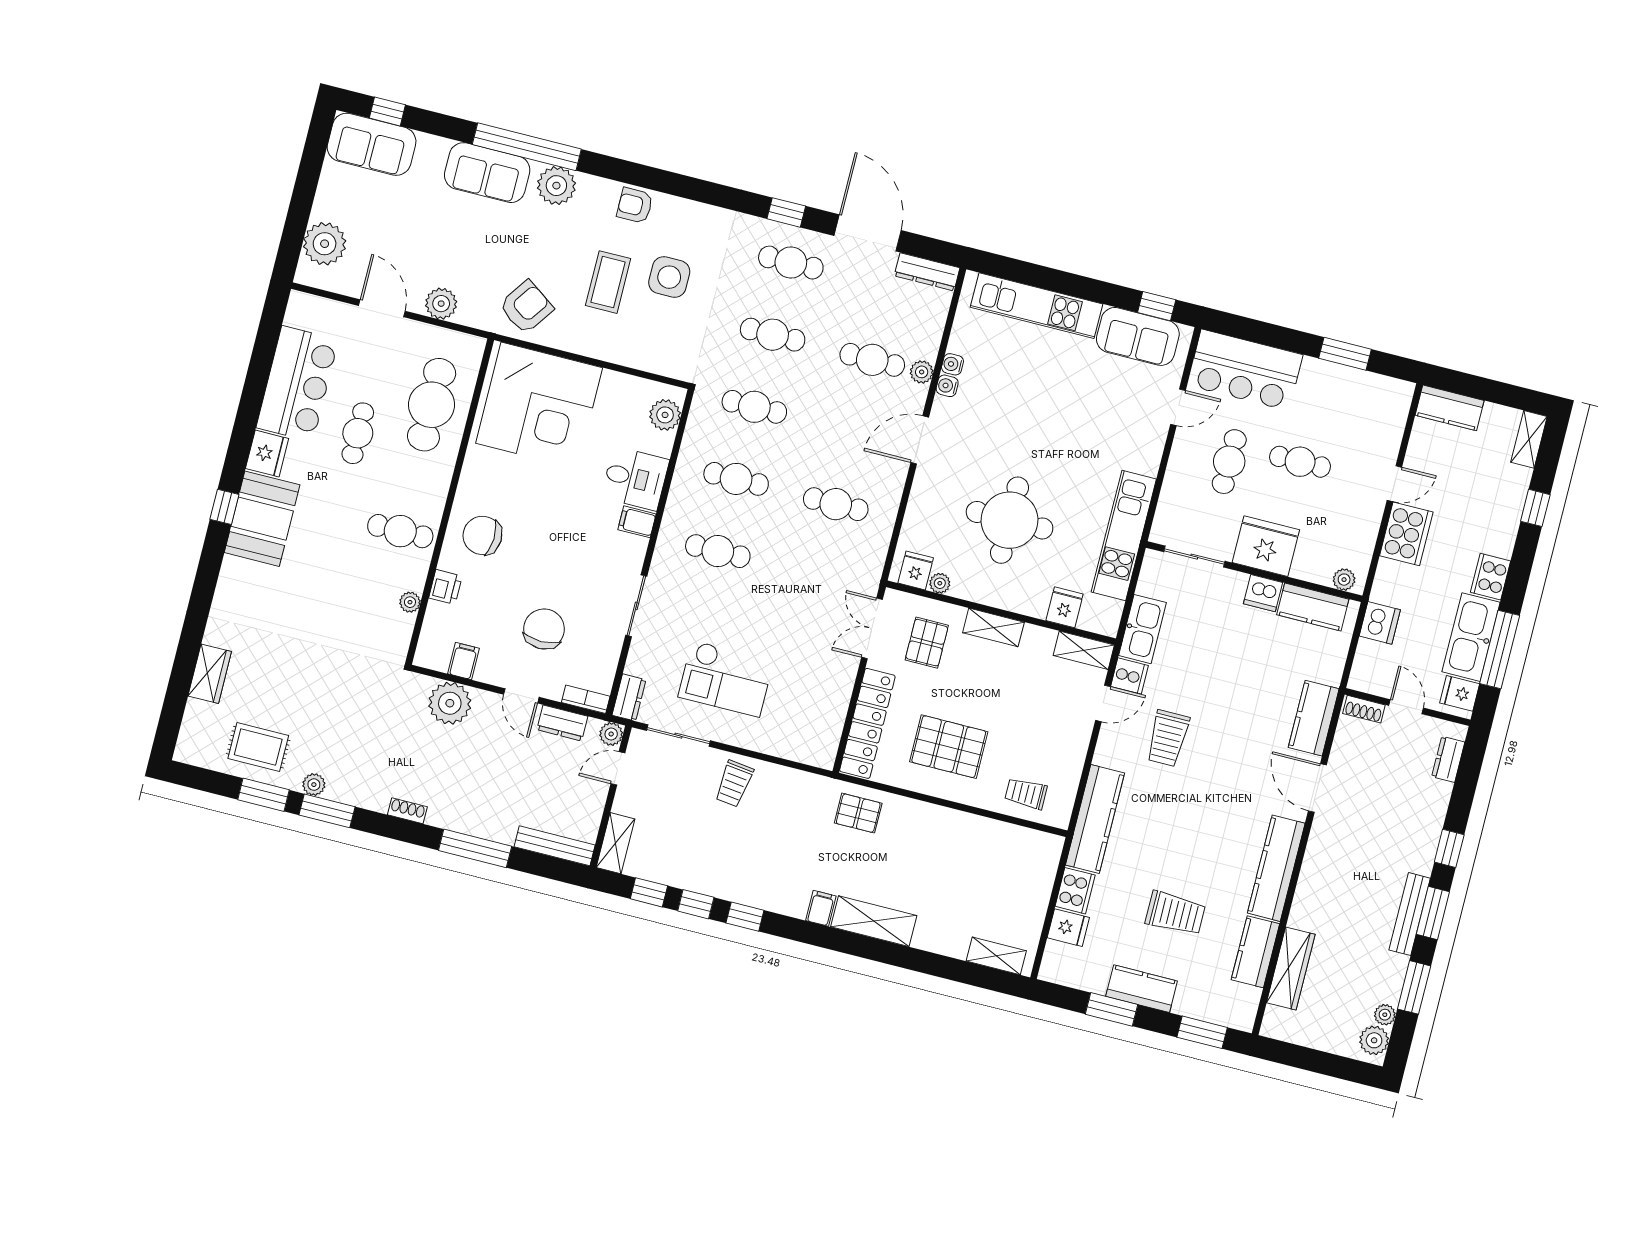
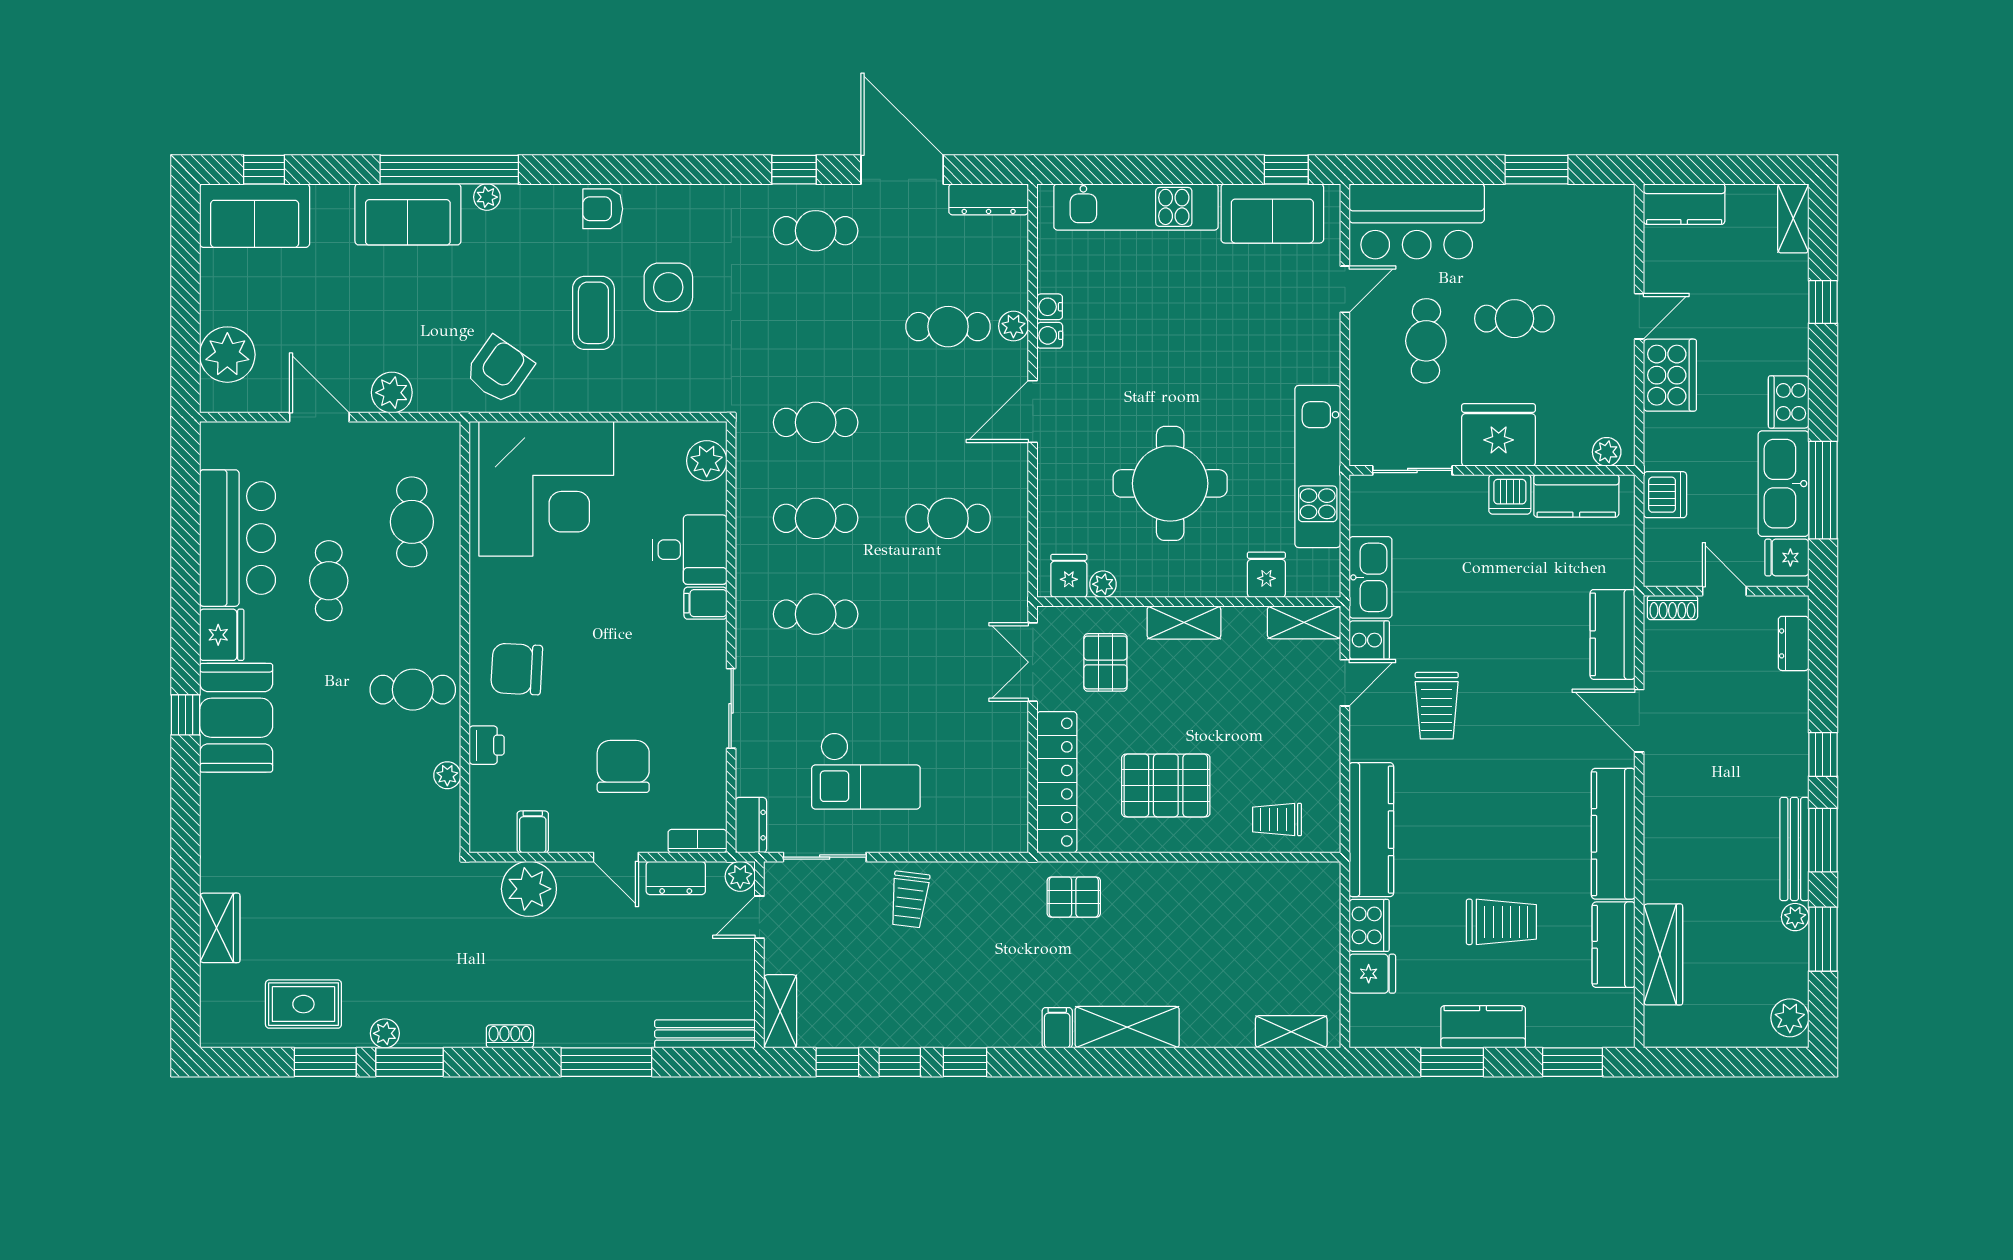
plant: (556, 186) -> (487, 197), width x0.53, depth x0.53
cafe table: (773, 335) -> (816, 327), removed
cafe table: (432, 405) -> (412, 522), width x0.73, depth x0.74
plant: (1385, 1015) -> (1795, 917), moved

